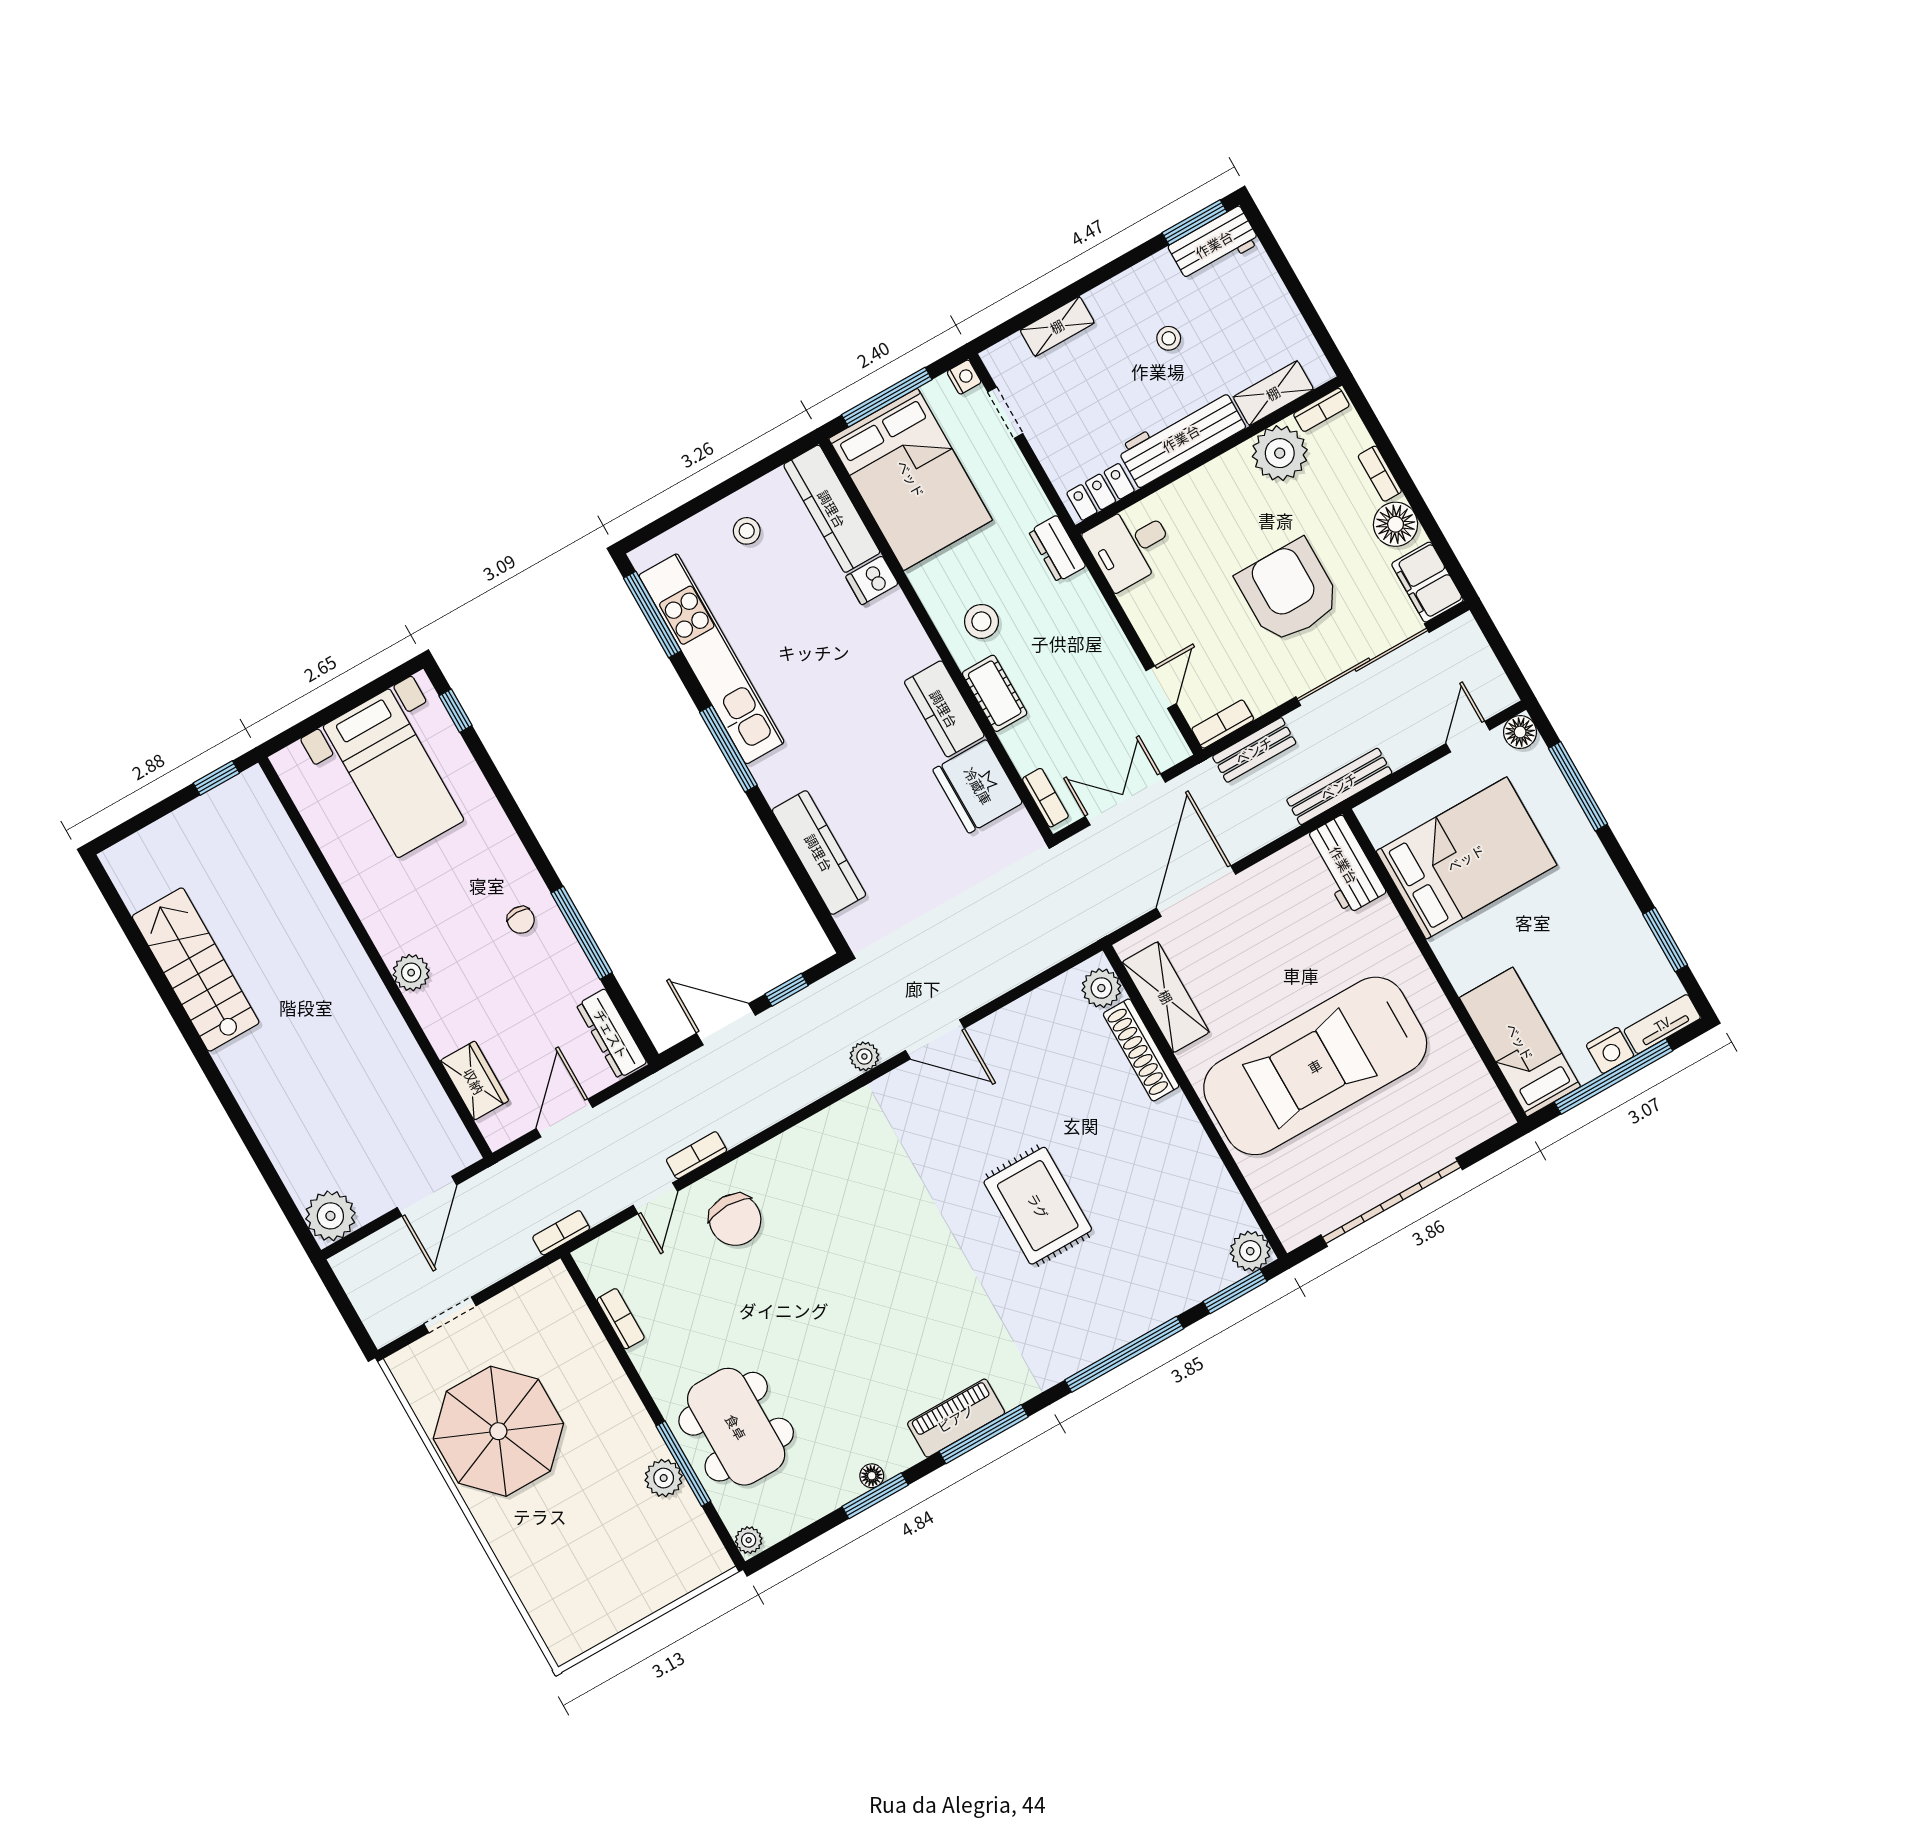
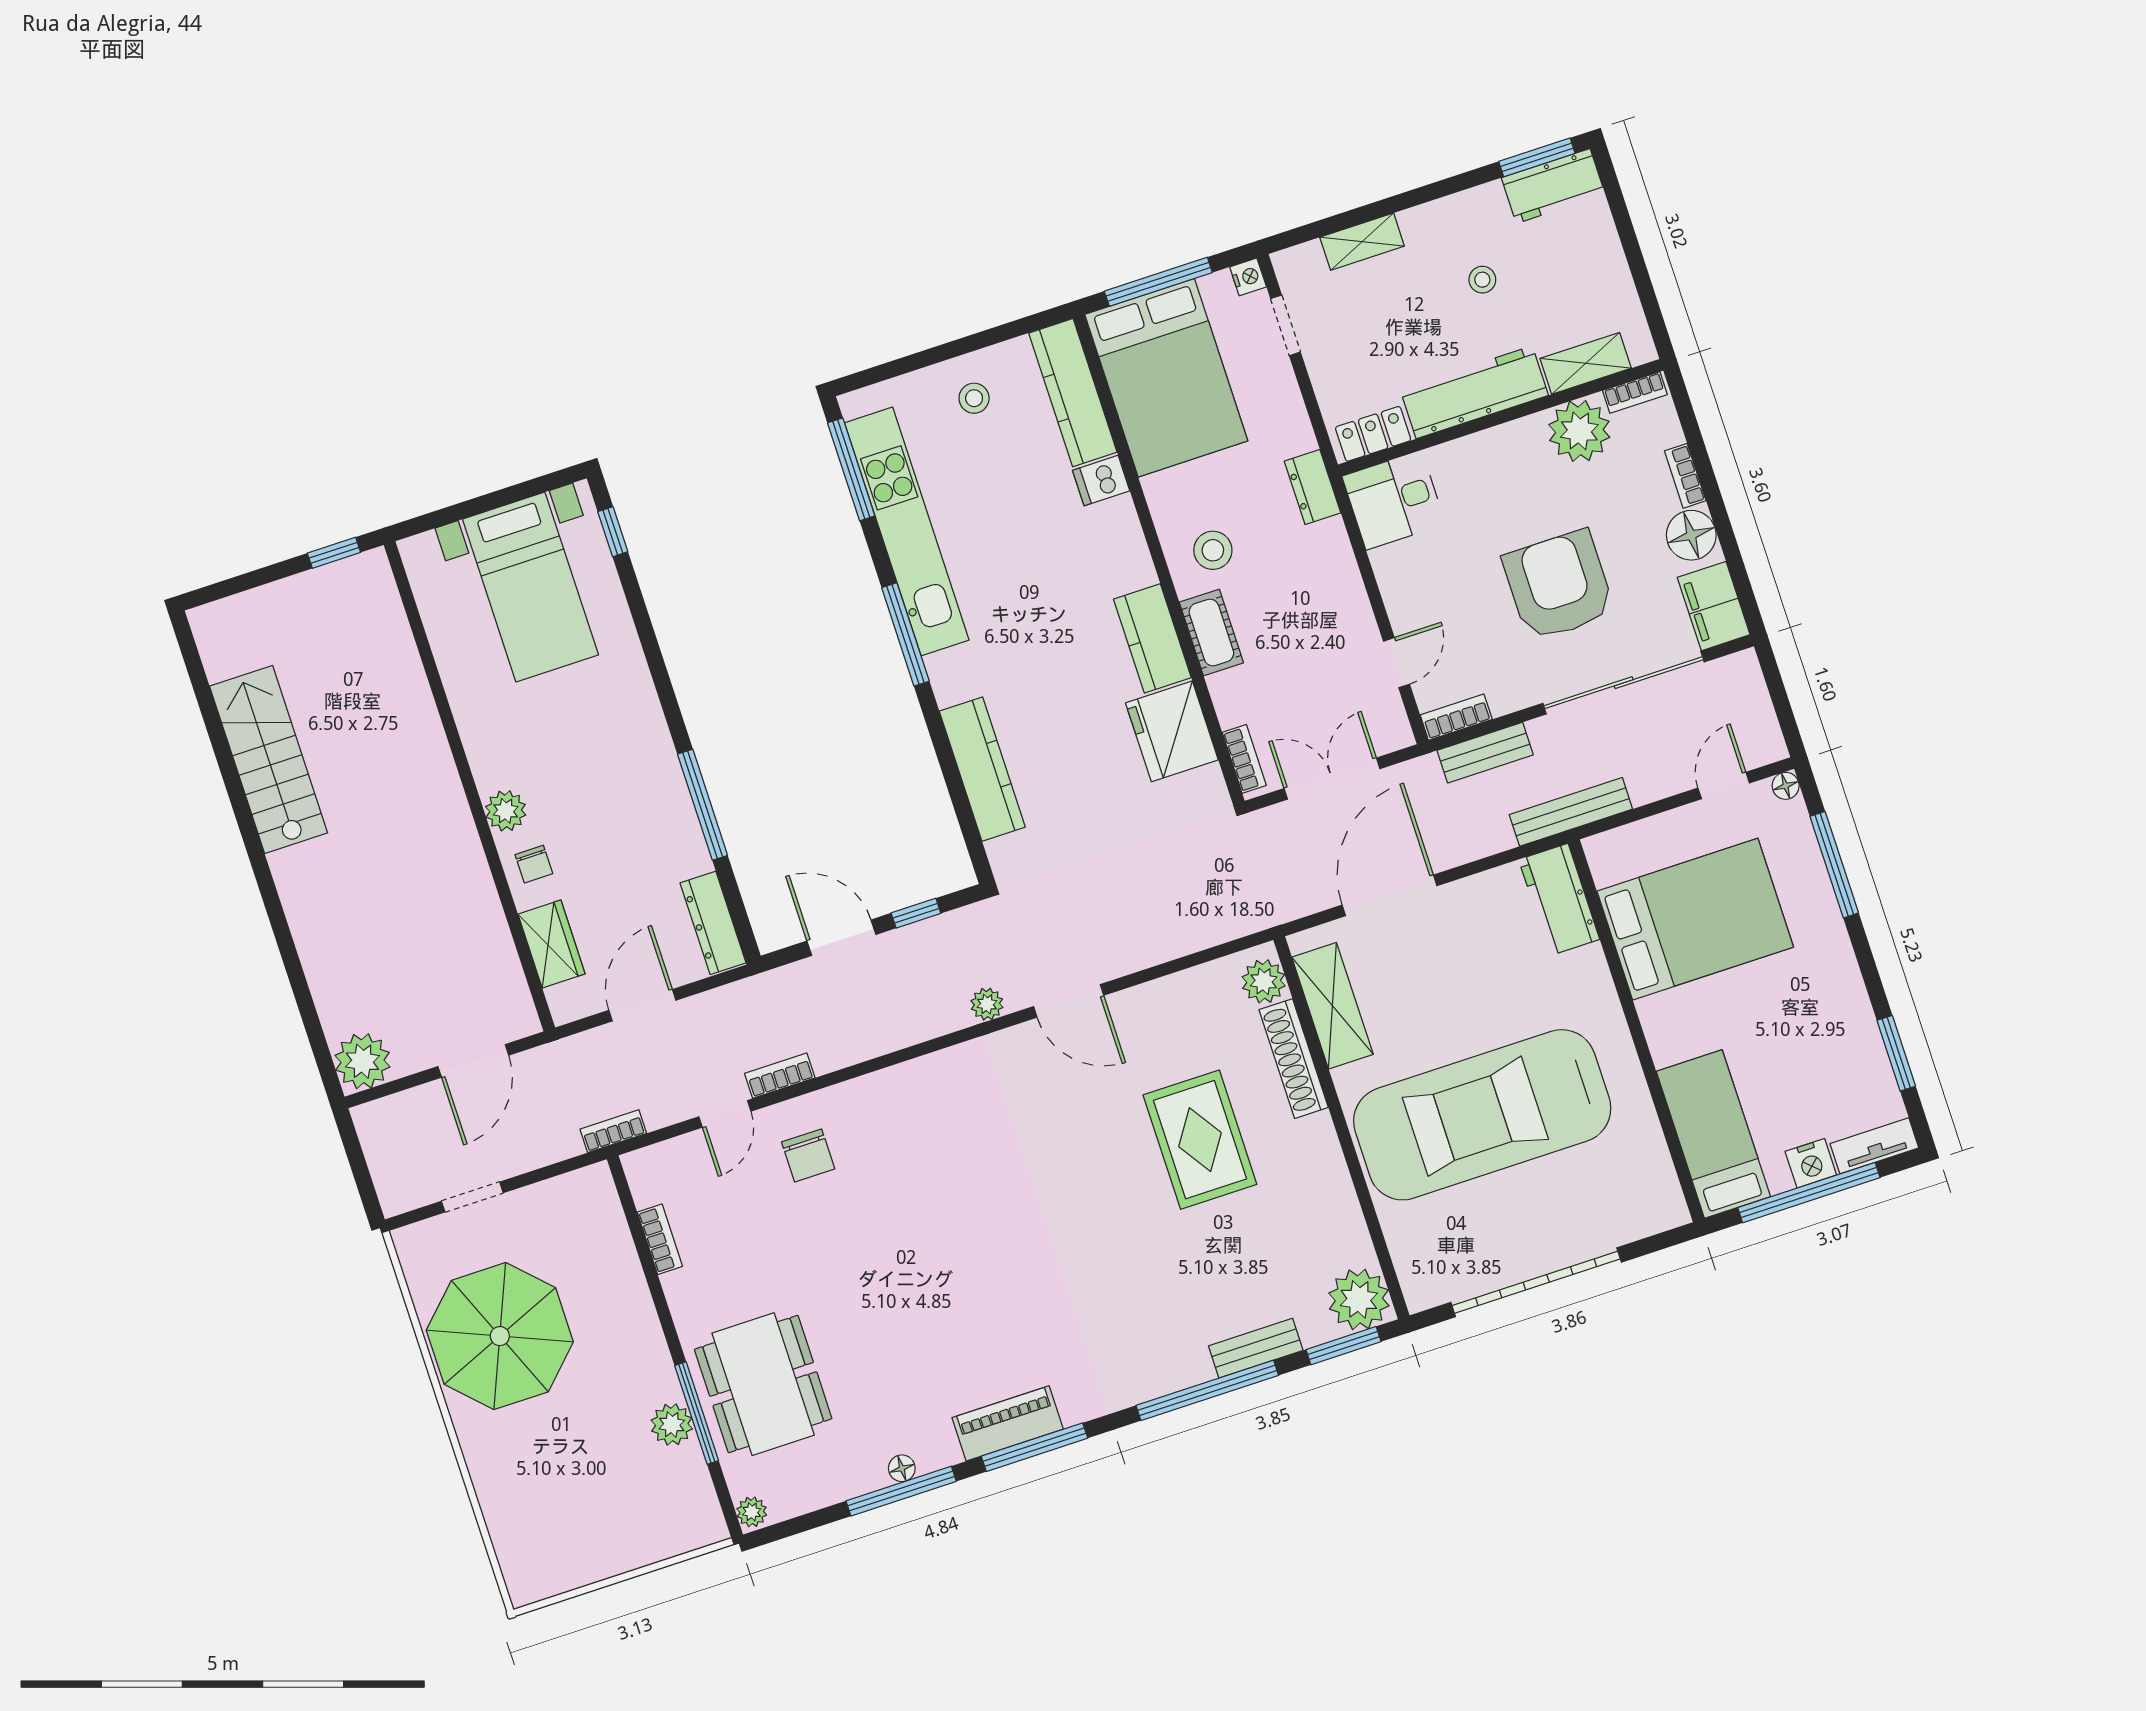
floor lamp: (1520, 732) -> (1786, 786), width x0.73, depth x0.73
chair: (521, 920) -> (534, 864), moved
rug: (1038, 1206) -> (1200, 1140), moved
chair: (735, 1220) -> (808, 1155), width x0.73, depth x0.73
plant: (1250, 1251) -> (1359, 1299), width x1.36, depth x1.36
bench: (1159, 1309) -> (1256, 1348), added
window: (875, 1496) -> (901, 1491), width x1.44

